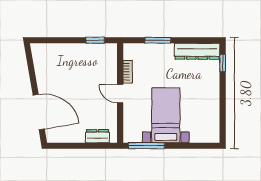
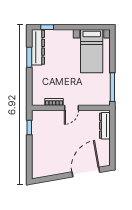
window: (158, 40) -> (29, 57), moved
bed with nightstands: (166, 115) -> (92, 51), moved, turned -90
dresser: (98, 136) -> (105, 126), width x1.44

